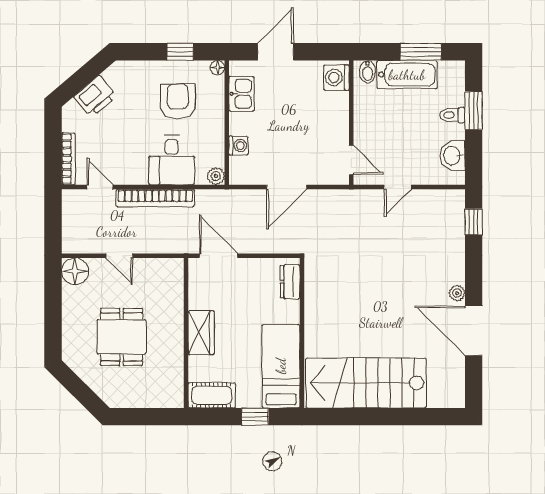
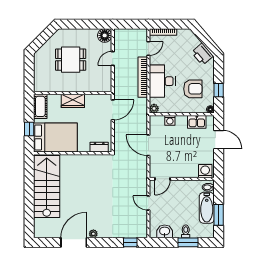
printer: (95, 96) -> (202, 54), moved
desk: (172, 160) -> (162, 81), width x1.37
bed: (281, 366) -> (55, 137), width x1.50

